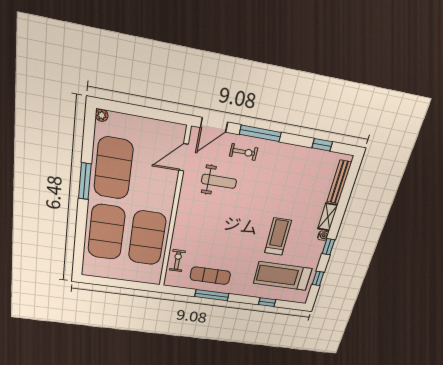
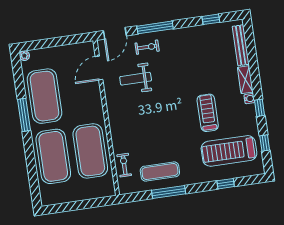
weight bench: (219, 181) -> (136, 79), turned 180

